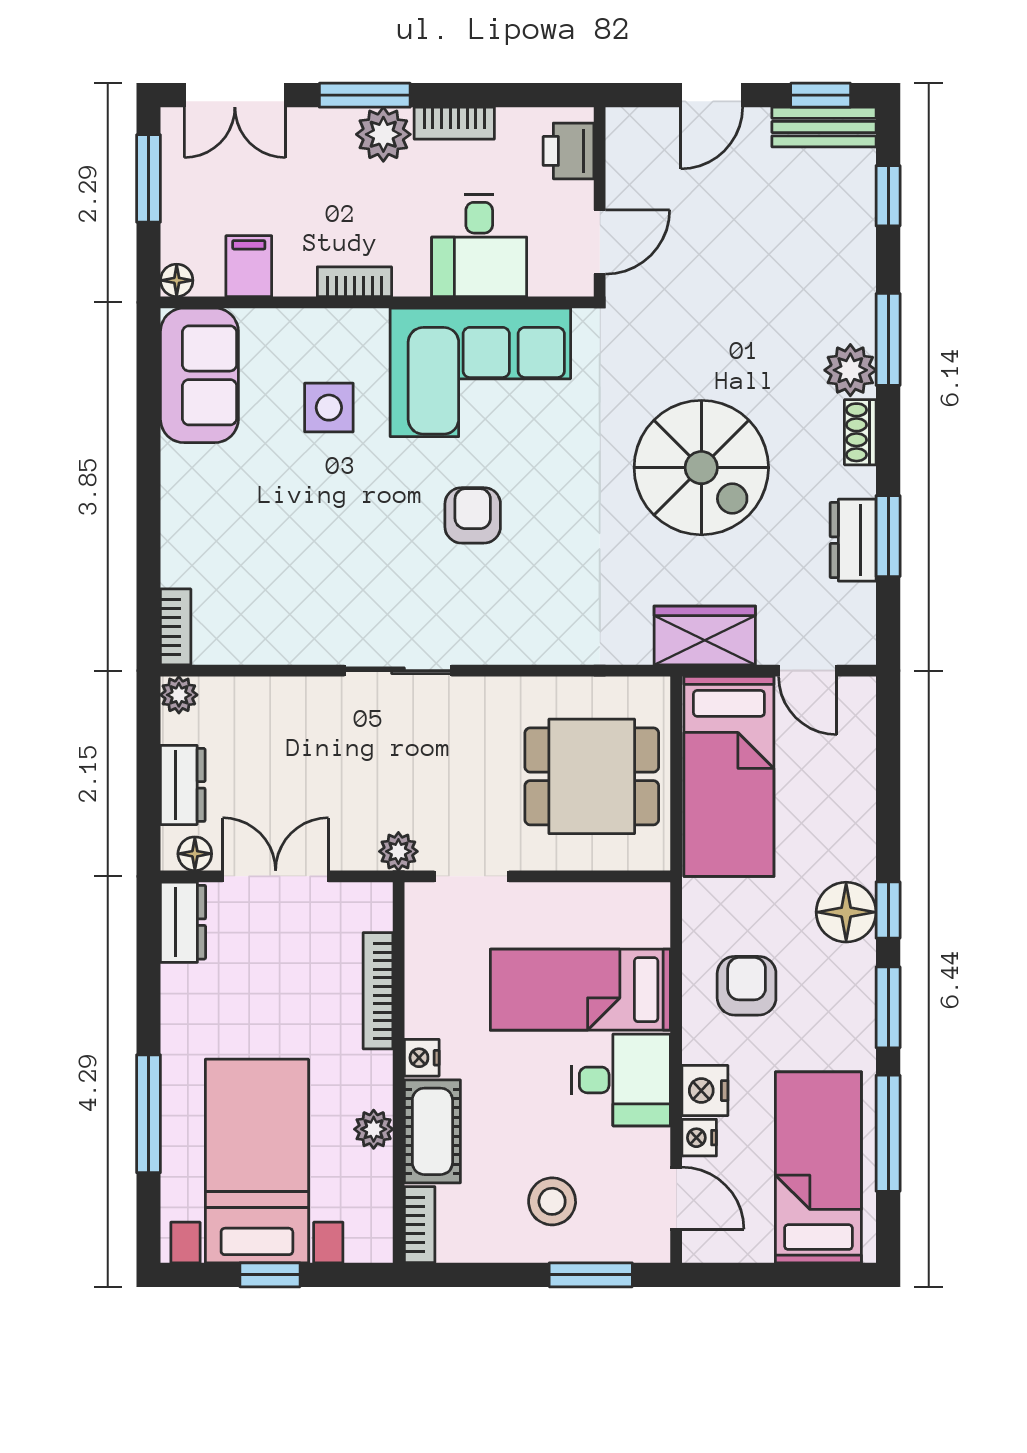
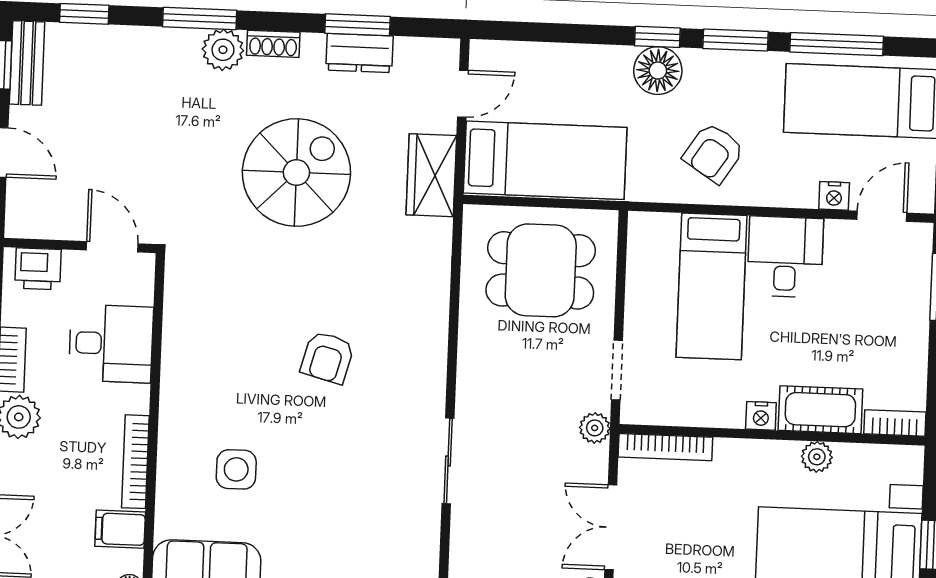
bookcase: (354, 282) -> (135, 462), width x1.56
corner sofa: (480, 372) -> (213, 347), removed
armchair: (473, 515) -> (327, 357), turned -75
sliding door: (398, 671) -> (448, 461), moved
dining table: (592, 776) -> (541, 270), turned 90
armchair: (747, 986) -> (714, 153), turned -57
bookcase: (378, 991) -> (665, 447), moved
nightstand: (705, 1091) -> (796, 190), removed
stool: (552, 1201) -> (880, 316), removed

